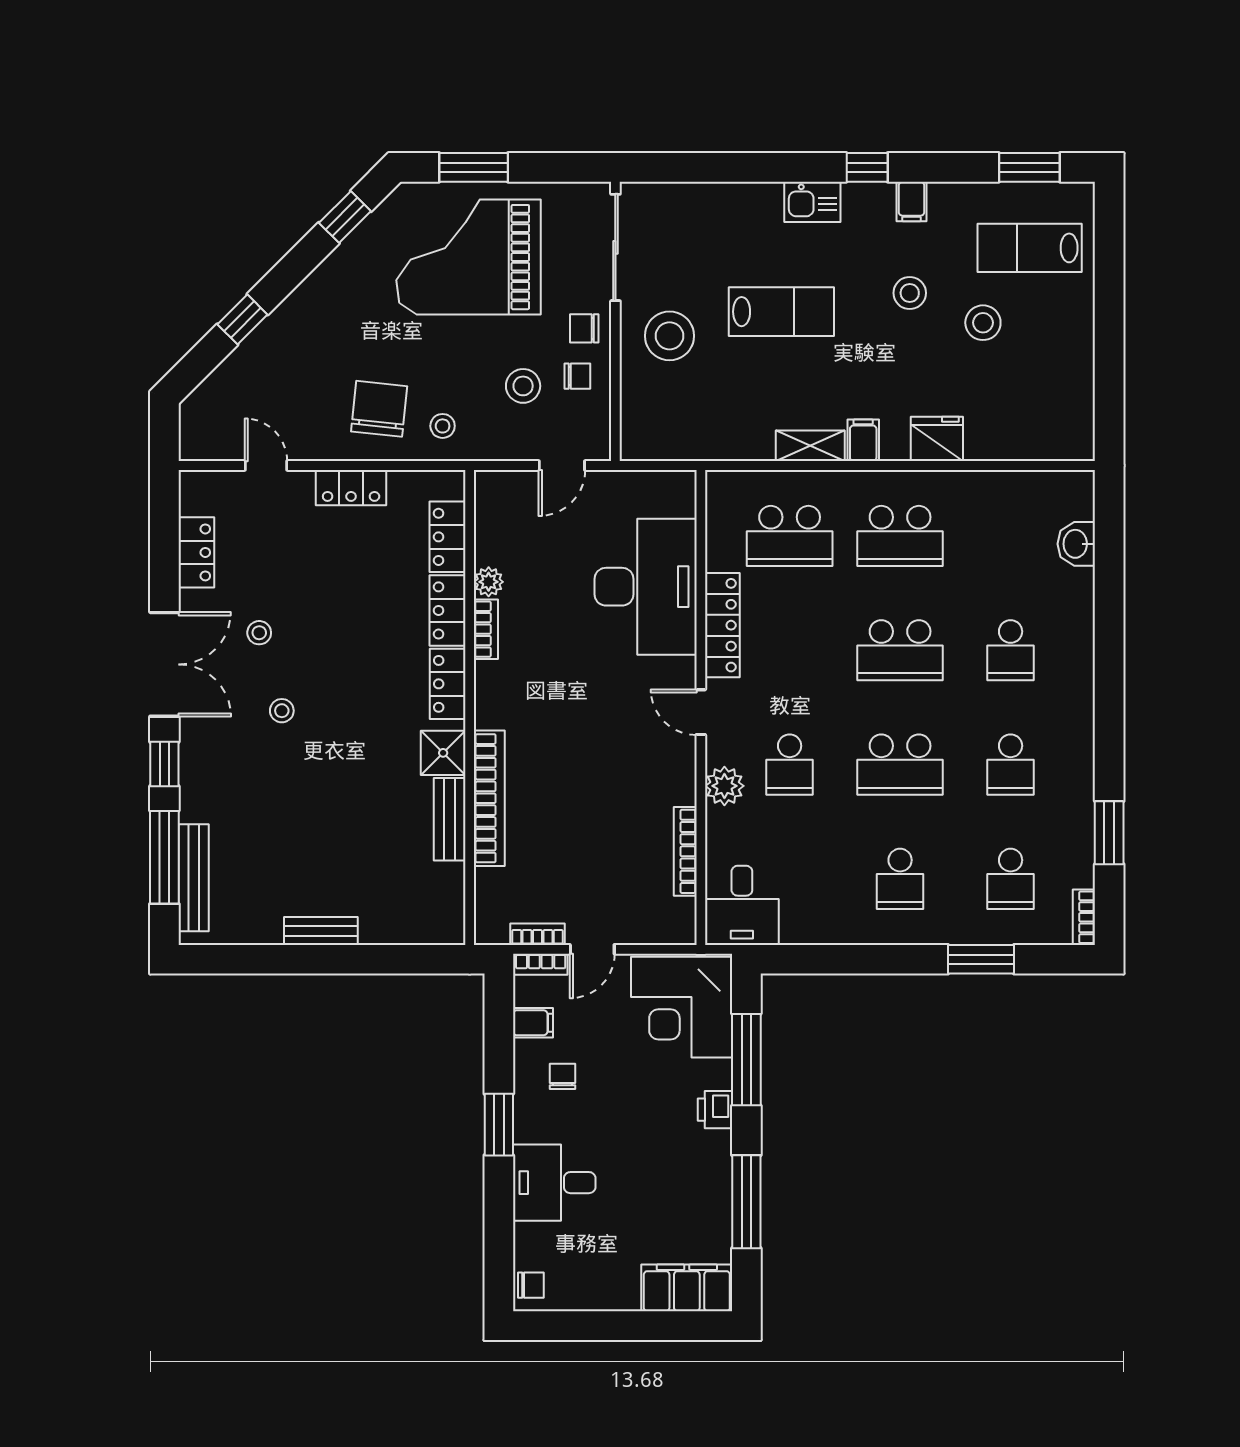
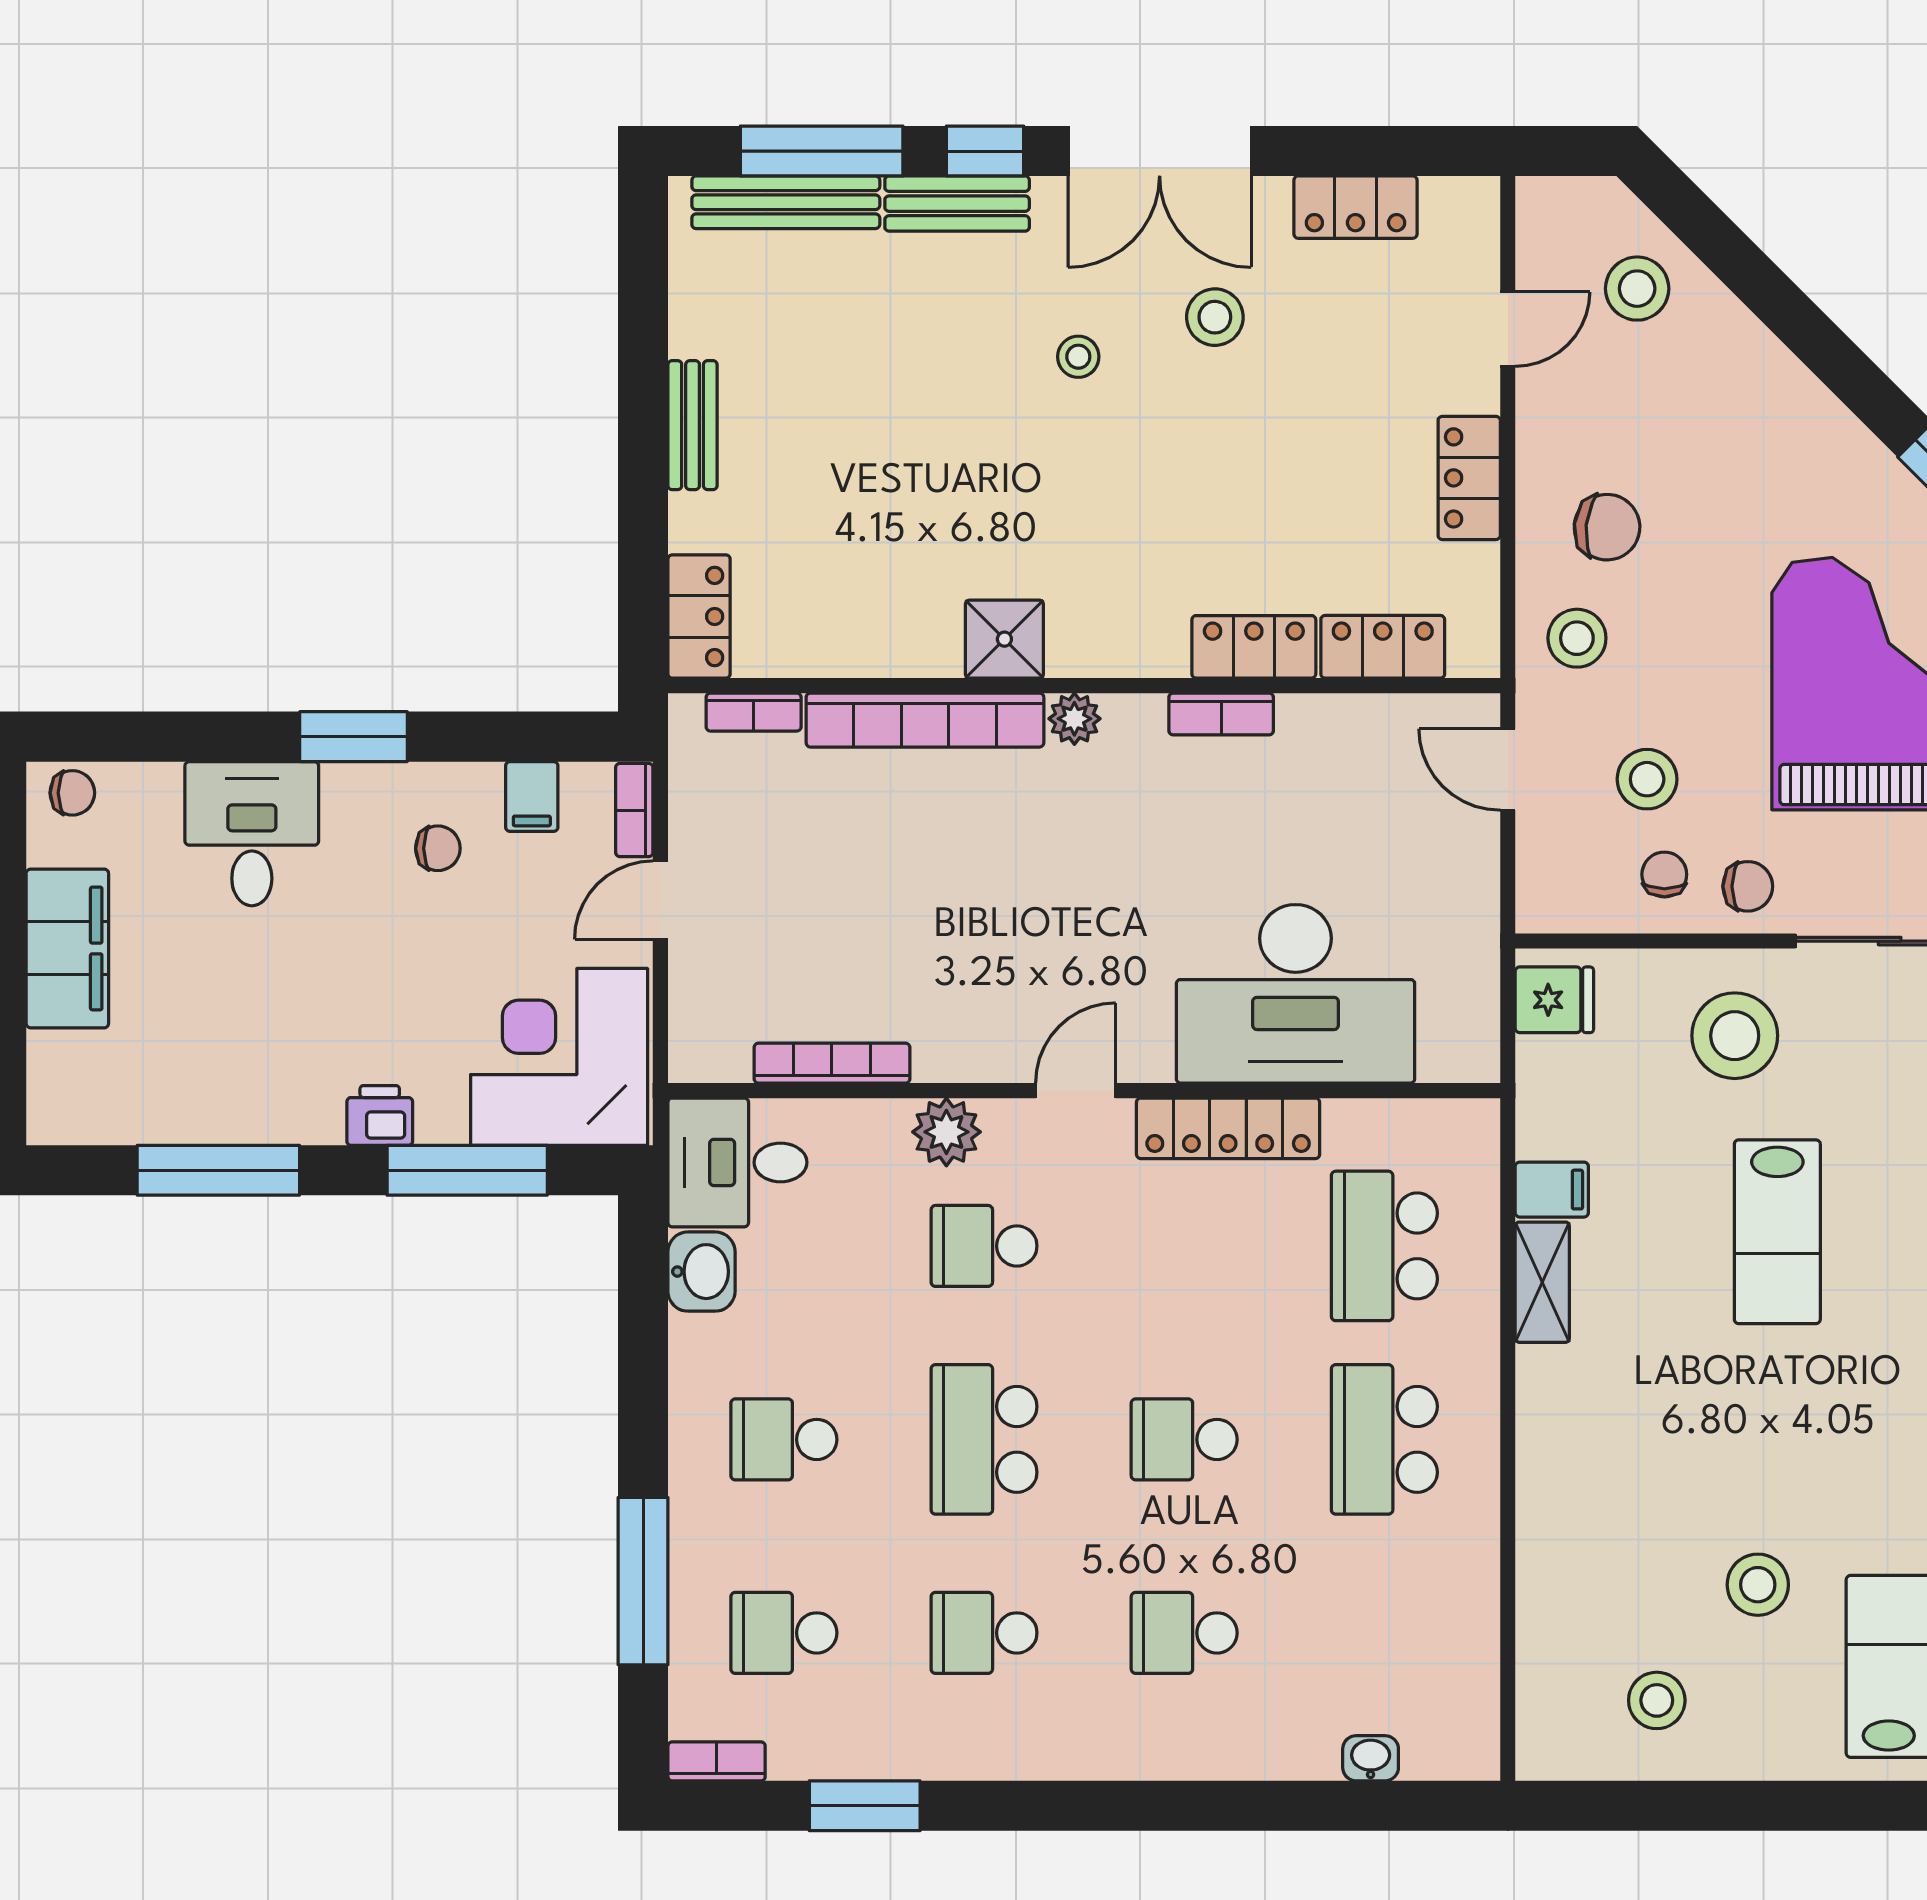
stool: (910, 293) -> (1657, 1700), moved
window: (242, 319) -> (1763, 288), removed
chair: (584, 328) -> (1748, 886), turned 90
chair: (577, 376) -> (1664, 874), turned 180
stool: (243, 392) -> (1637, 289), added
chair: (379, 409) -> (1607, 527), width x0.73, depth x0.73
stool: (443, 426) -> (1577, 638), width x1.37, depth x1.37
fridge: (937, 439) -> (1554, 1000), moved, width x0.72
filing cabinet: (863, 440) -> (1552, 1190), moved
door: (562, 465) -> (1508, 770), moved
washbasin: (1076, 544) -> (1371, 1758), width x0.72, depth x0.69
plant: (489, 582) -> (1074, 719), moved
stool: (259, 633) -> (1215, 317), width x1.37, depth x1.37
school desk: (900, 650) -> (1184, 1439), width x0.54
locker: (448, 684) -> (699, 617), moved, turned 90
bench: (450, 819) -> (957, 204), moved
washbasin: (804, 926) -> (702, 1272), added
bookcase: (537, 934) -> (754, 712), moved, turned 90
door: (592, 949) -> (660, 900), hinge flipped
window: (981, 959) -> (643, 1581), width x1.44
chair: (531, 1285) -> (72, 793), turned -90
filing cabinet: (687, 1288) -> (67, 948), moved

